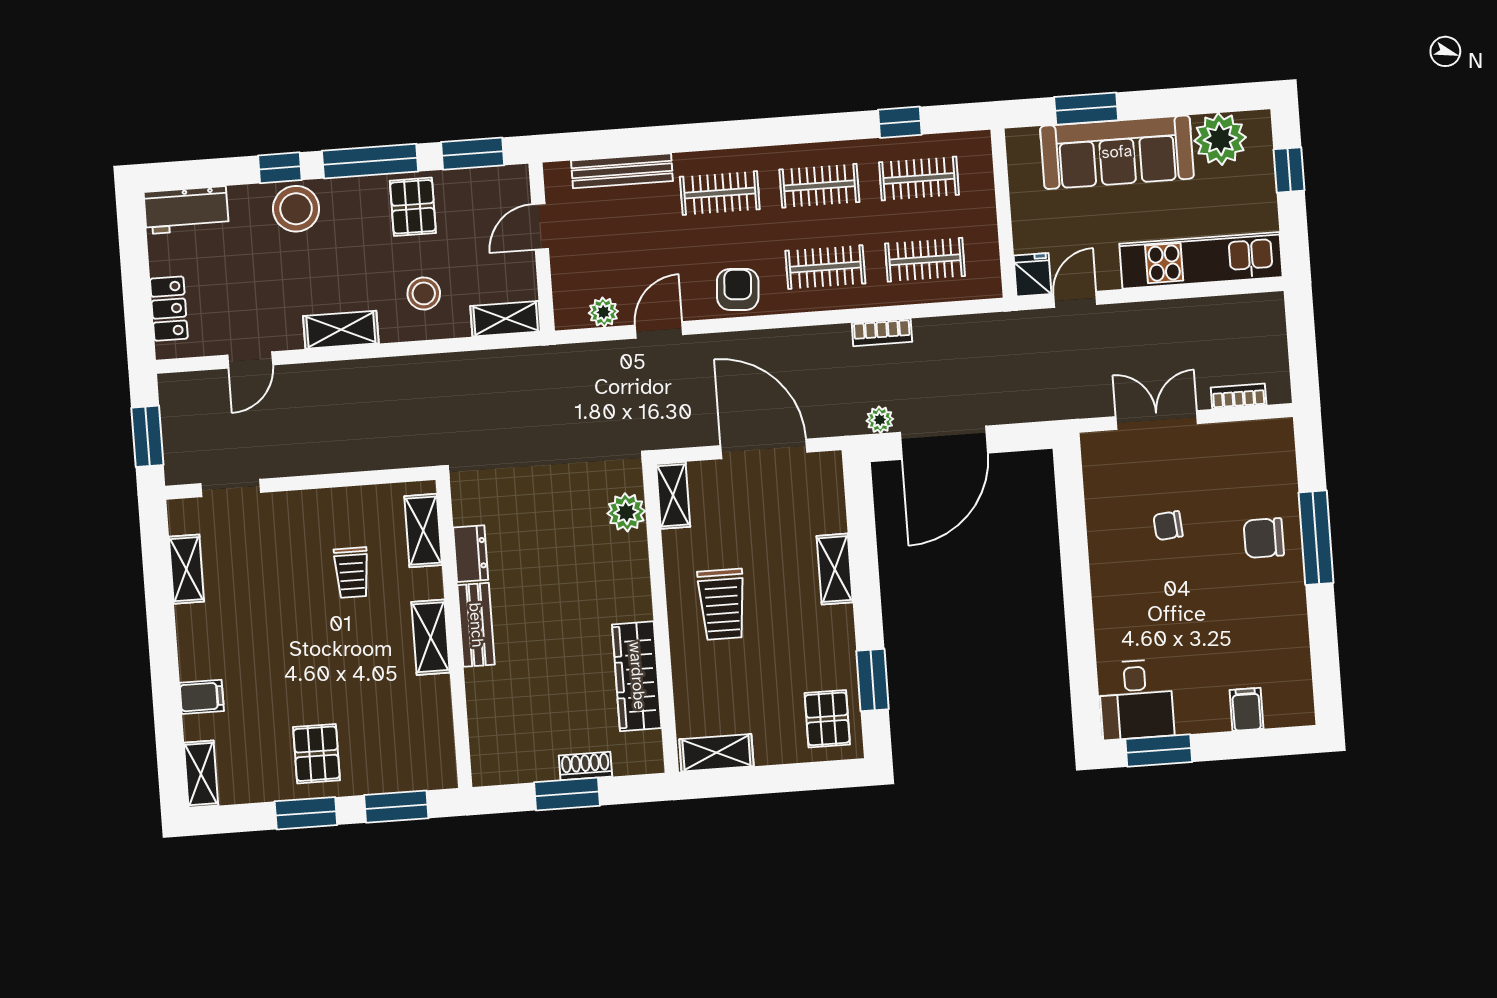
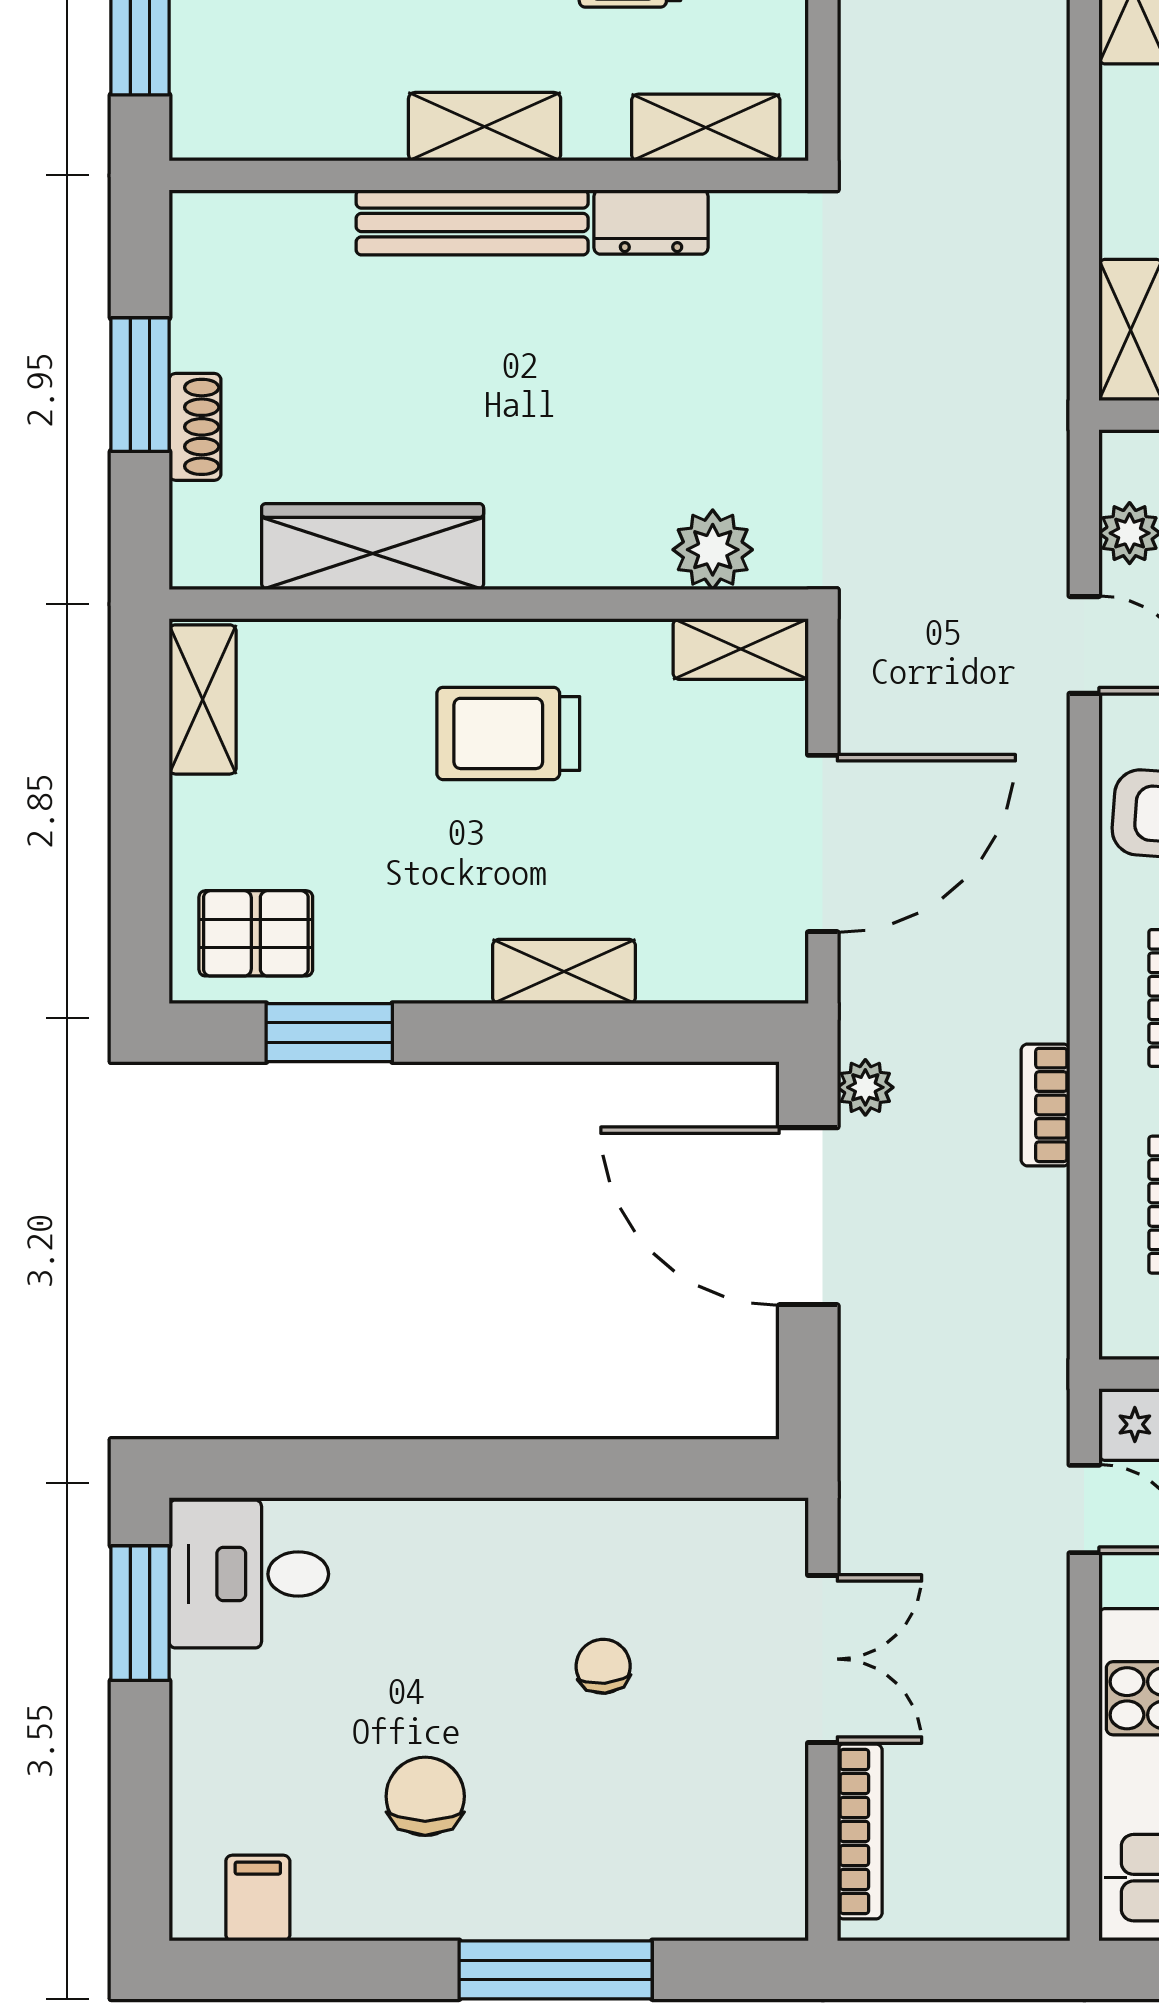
bookcase: (1239, 396) -> (860, 1831), width x1.56
chair: (1264, 538) -> (425, 1796), moved
bench: (476, 625) -> (472, 222), width x1.36
filing cabinet: (1247, 709) -> (258, 1898), moved, turned -90

